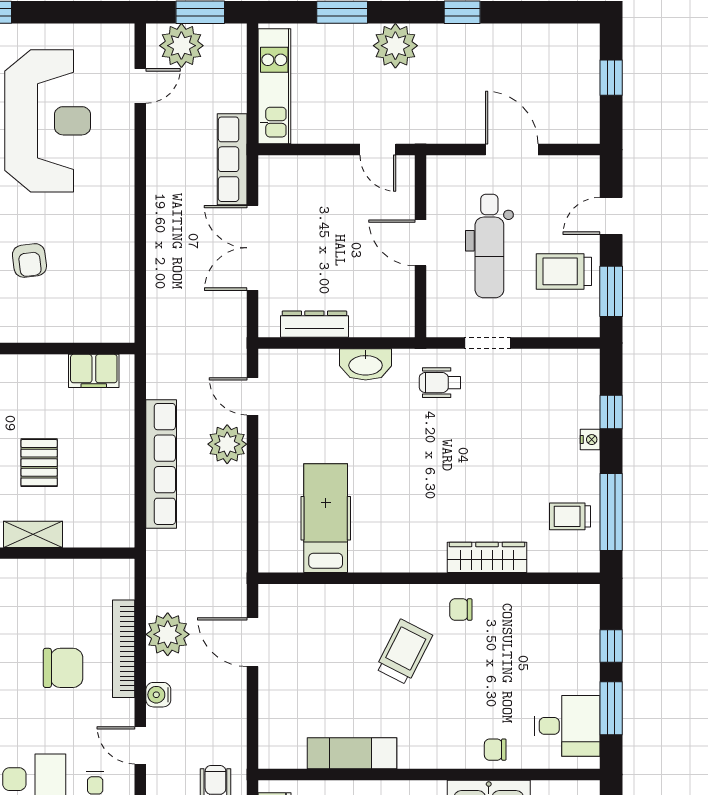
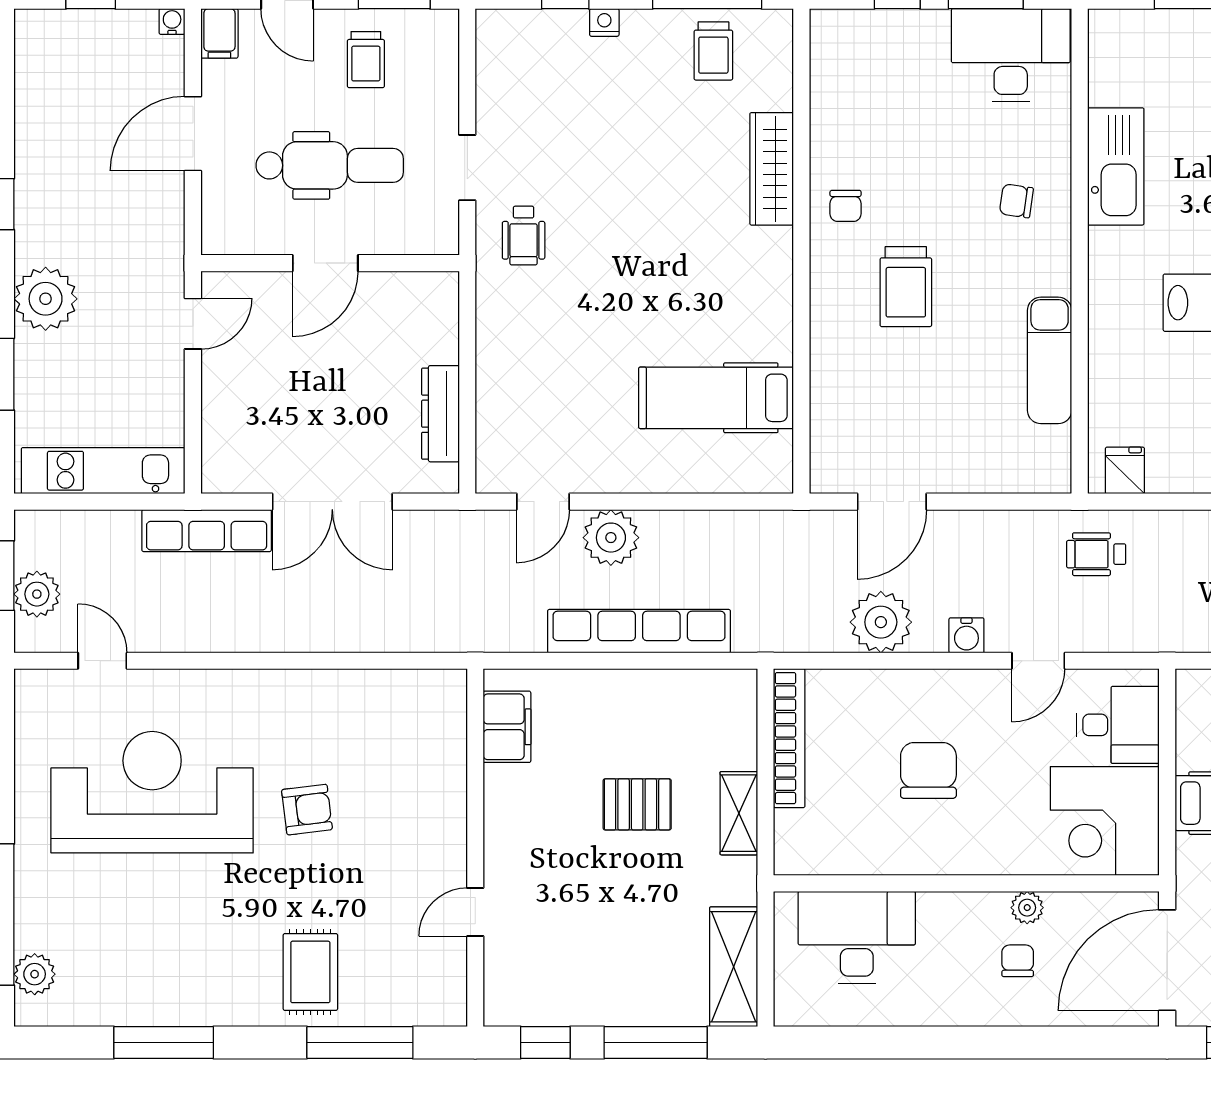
plant: (181, 46) -> (37, 594), width x0.73, depth x0.73
water cooler: (591, 135) -> (172, 21), added
filing cabinet: (582, 168) -> (219, 33), added
armchair: (29, 260) -> (307, 810), moved
trolley: (564, 271) -> (366, 60), width x0.73, depth x0.72
washbasin: (366, 364) -> (498, 341), removed
bookcase: (124, 649) -> (789, 738), moved, turned -90
trolley: (404, 652) -> (906, 287), turned -117
desk: (567, 726) -> (1011, 55), width x1.37
chair: (495, 750) -> (1016, 201), moved, turned 98

